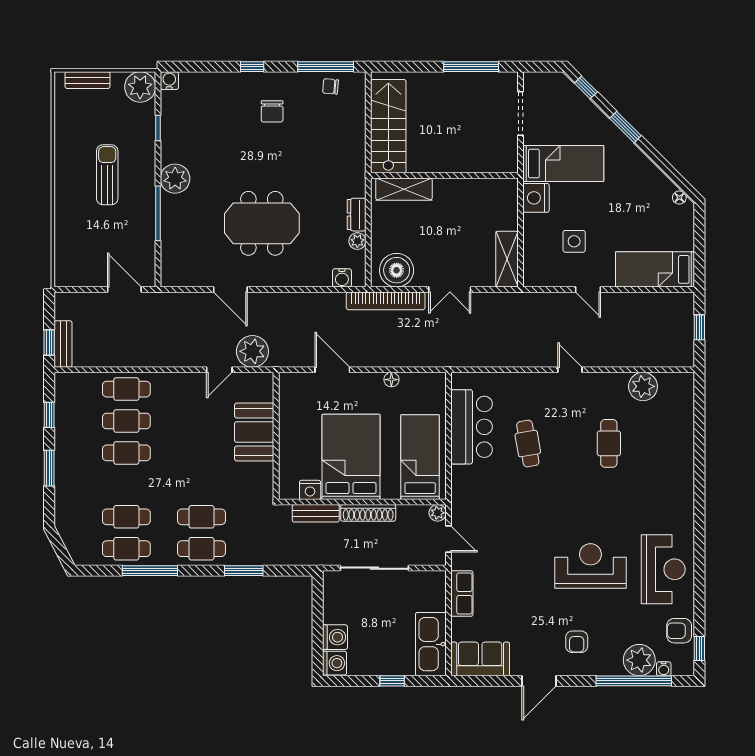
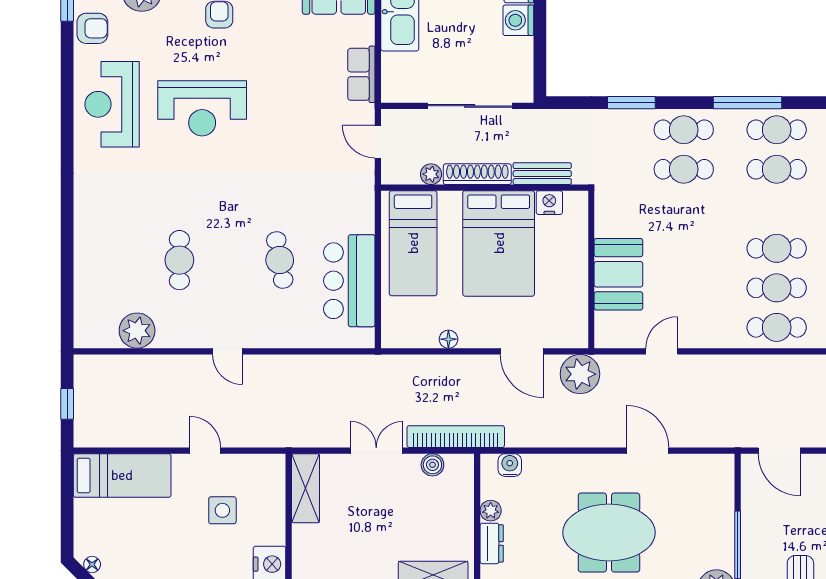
boiler: (397, 270) -> (432, 465), width x0.54, depth x0.54
plant: (252, 351) -> (580, 374), moved
plant: (438, 513) -> (431, 174), moved

